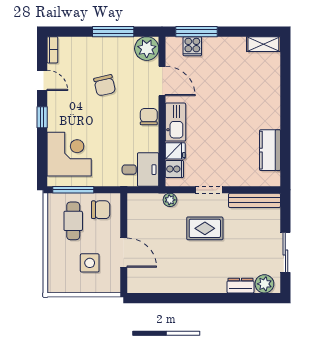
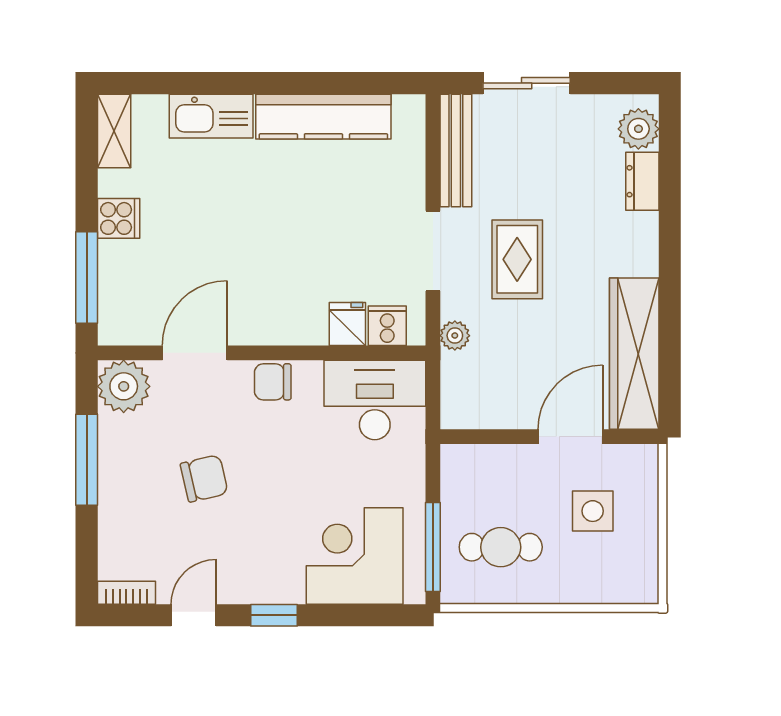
cooker: (192, 46) -> (119, 218), moved
kitchen sink: (175, 122) -> (211, 116), moved, turned 180
kitchen counter: (270, 150) -> (323, 117), width x1.50
desk: (140, 170) -> (375, 400), width x1.37
doorway: (209, 190) -> (433, 251), width x1.38
chair: (101, 210) -> (476, 487), removed
sliding door: (285, 252) -> (527, 83), moved
wardrobe: (162, 282) -> (634, 354), added

